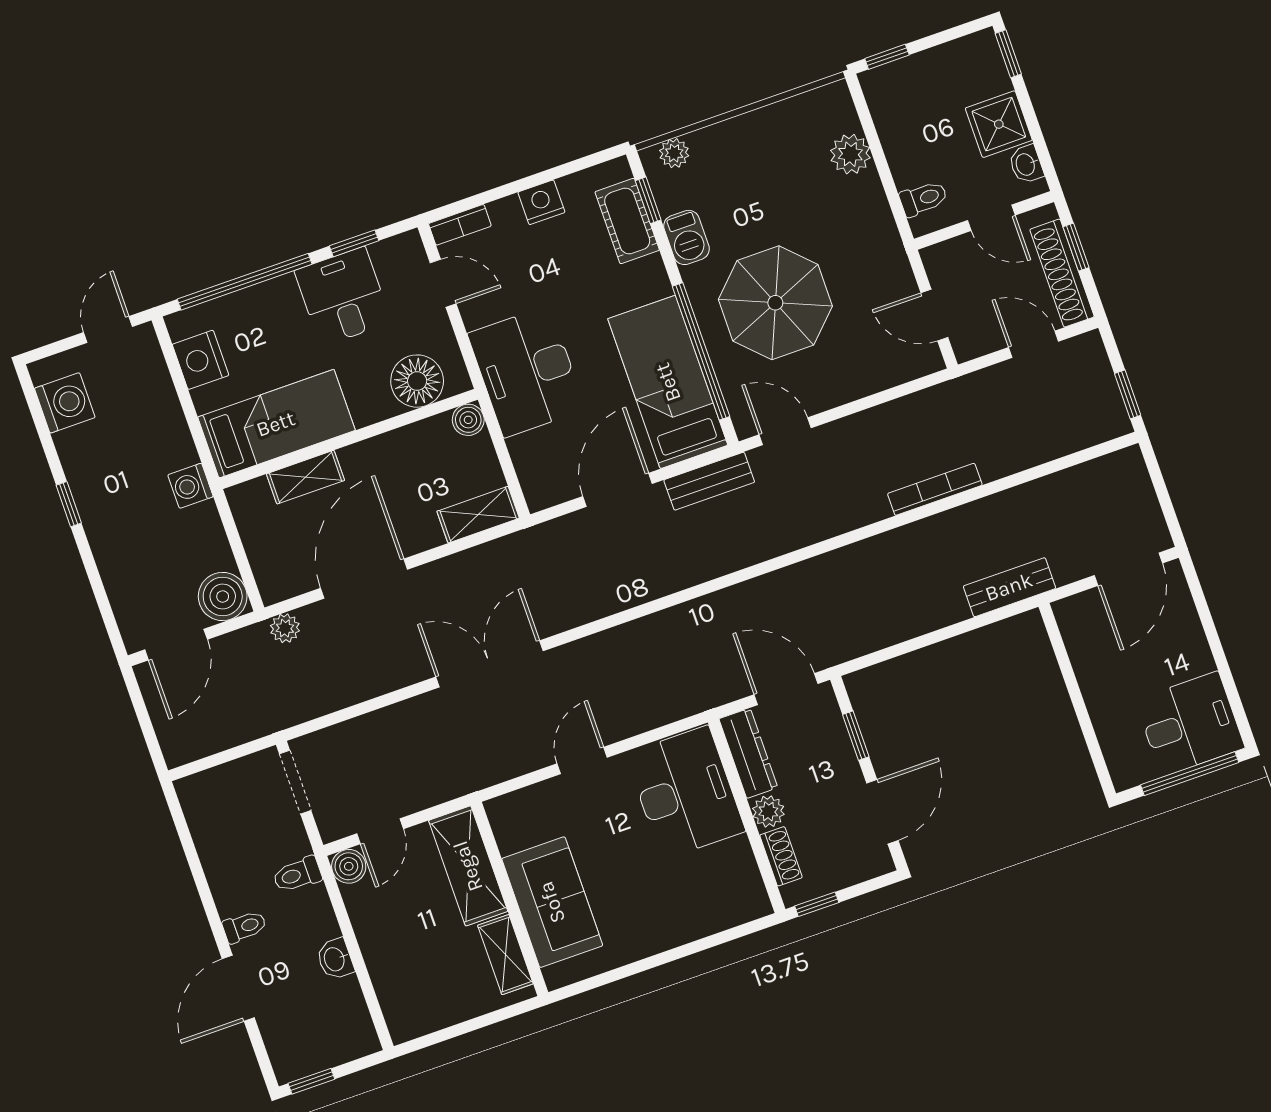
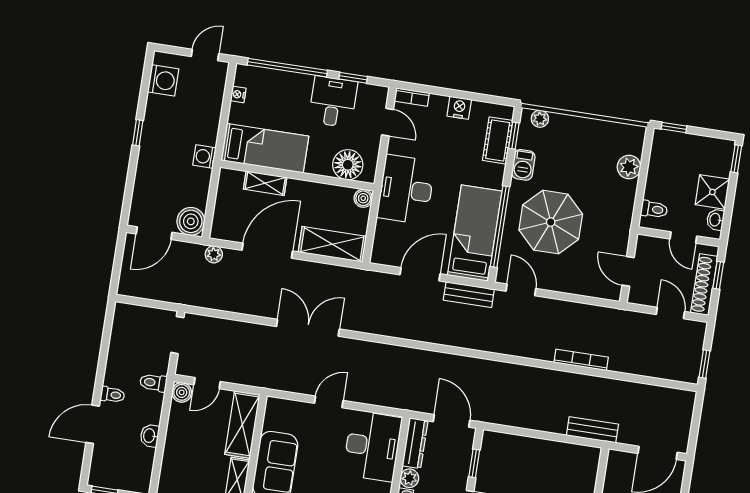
nightstand: (201, 360) -> (238, 94), width x0.53, depth x0.56
shelving: (478, 515) -> (332, 244), width x1.50, depth x1.33

